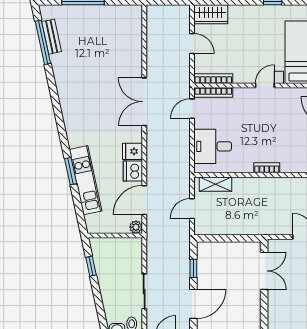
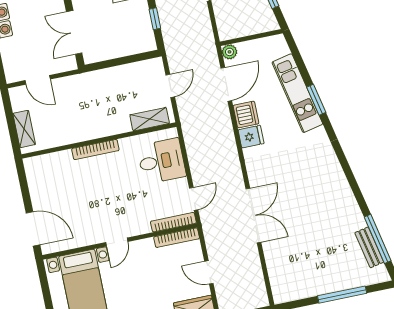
double door: (144, 102) -> (253, 216), moved
bookcase: (267, 168) -> (95, 149), width x1.56

